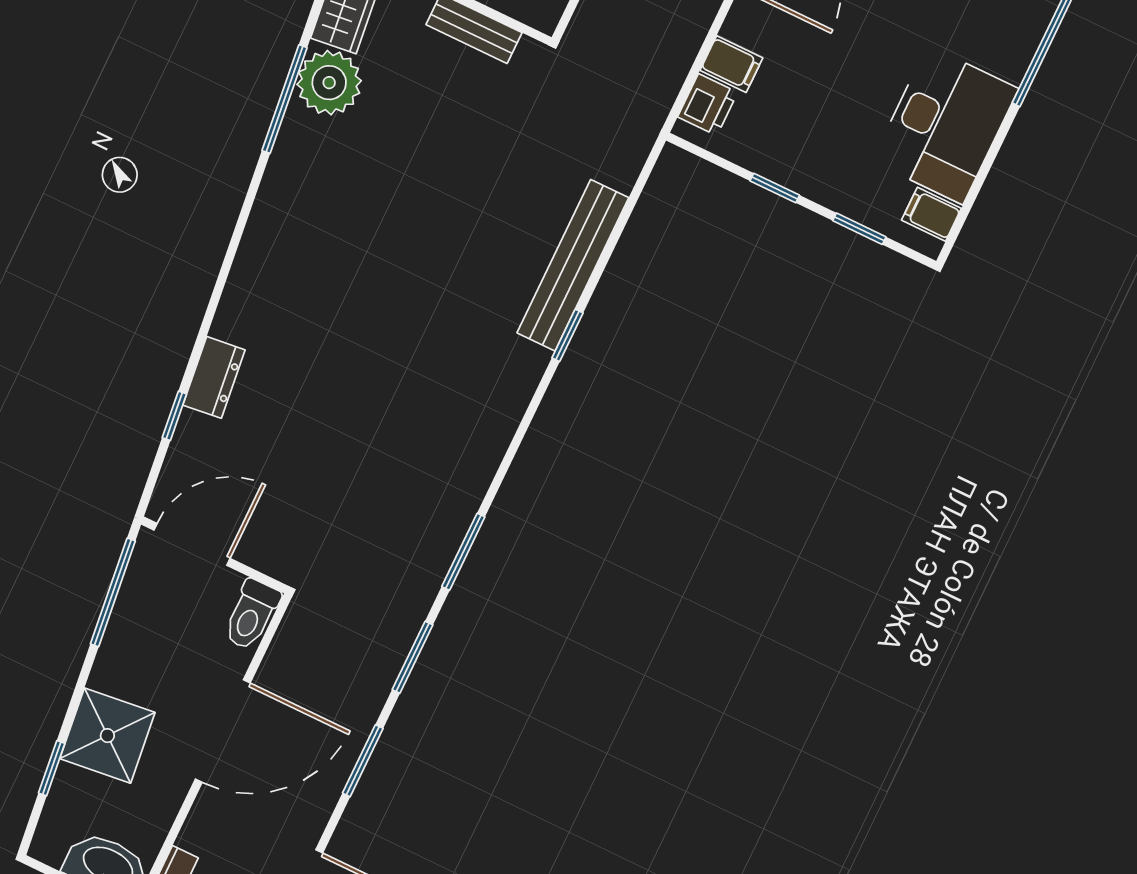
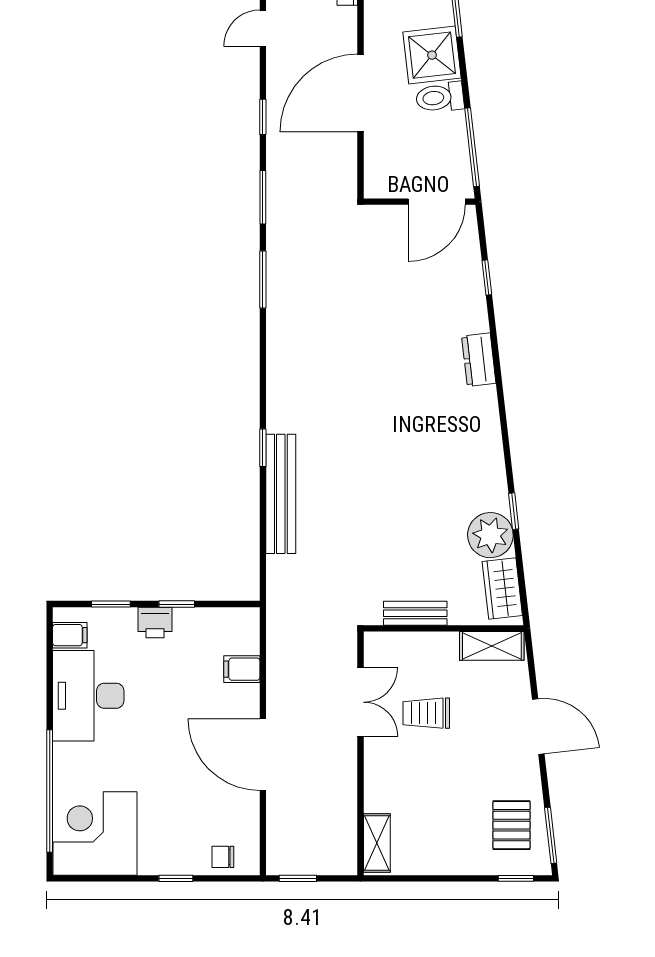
window: (285, 99) -> (514, 511), width x0.46
printer: (708, 105) -> (155, 622), moved, turned -90
dresser: (214, 377) -> (479, 360), moved
toilet: (251, 615) -> (440, 97), moved, turned -97
window: (363, 761) -> (263, 117), width x0.67

